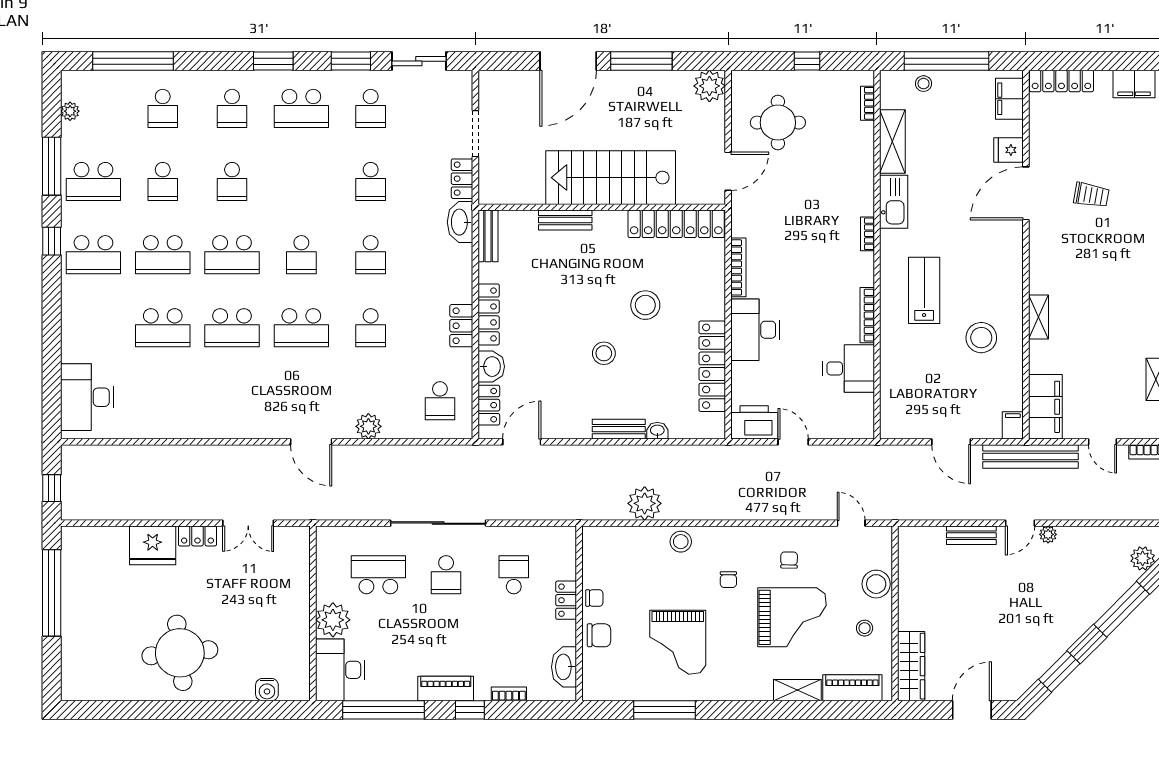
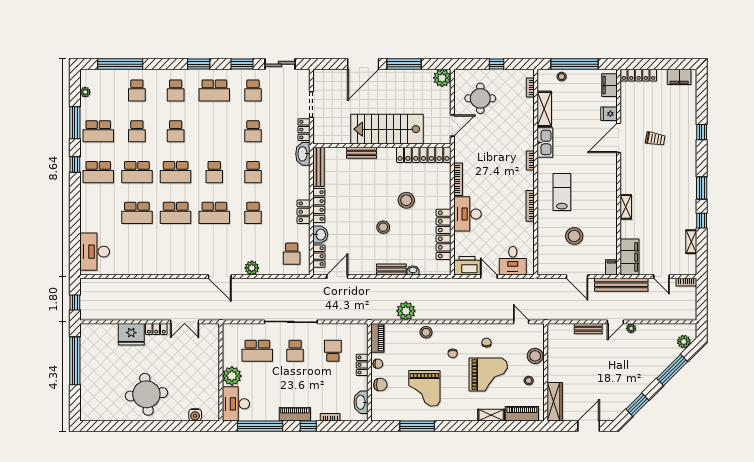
bench: (488, 236) -> (318, 167), width x1.36
stool: (981, 338) -> (574, 236), moved
desk: (849, 368) -> (513, 261), moved, turned 90
piano: (593, 552) -> (377, 338), added
school desk: (378, 575) -> (257, 351), turned 180

